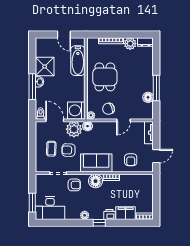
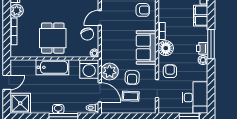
bathtub: (78, 61) -> (52, 67), moved
shower: (45, 66) -> (20, 103), moved
dining table: (105, 77) -> (53, 38), turned 90
door: (55, 120) -> (100, 92), swing flipped
door: (124, 120) -> (100, 18), swing flipped
floor lamp: (88, 126) -> (106, 57), removed
printer: (109, 215) -> (202, 48), moved
window: (99, 223) -> (211, 44), width x2.17

